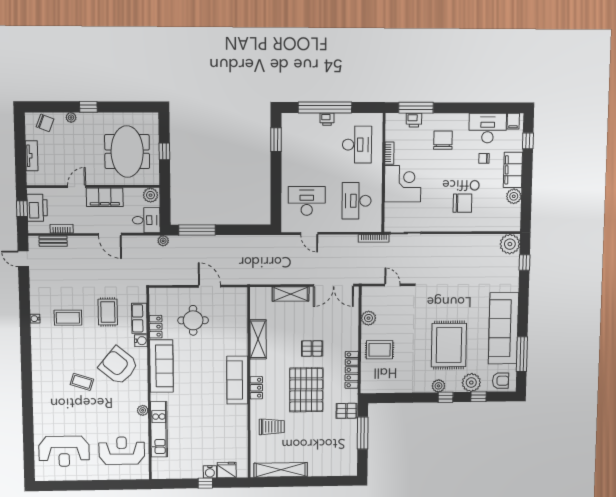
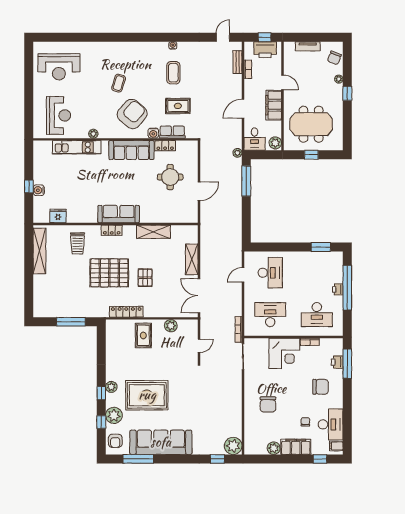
pallet: (346, 411) -> (91, 308), removed
reception desk: (64, 451) -> (59, 67), turned -90
fridge: (227, 470) -> (58, 216), moved, turned -90

